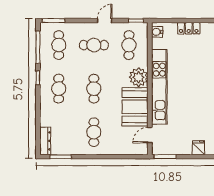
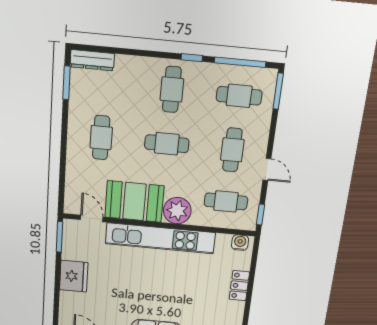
cafe table: (59, 89) -> (172, 89), turned 90
cafe table: (94, 132) -> (101, 138), turned 90
fridge: (198, 148) -> (74, 276), width x1.88, depth x1.34

